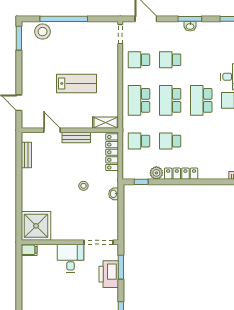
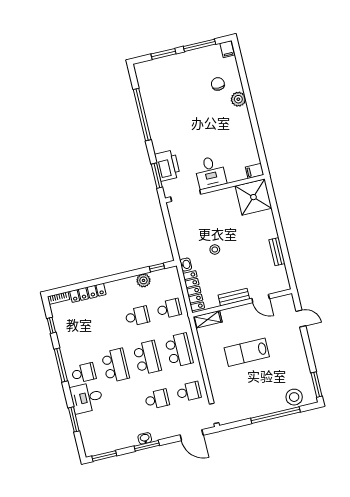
bench: (26, 155) -> (277, 252), moved
locker: (181, 174) -> (88, 293), moved
washbasin: (114, 194) -> (186, 265), moved

